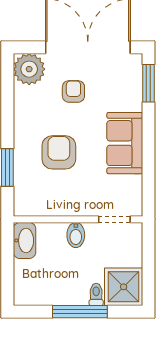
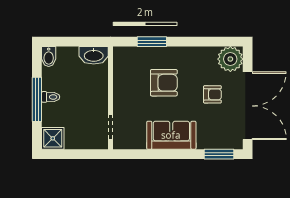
bidet: (76, 235) -> (49, 57), moved, turned -90
shower: (124, 287) -> (53, 138), width x0.73, depth x0.73
toilet: (96, 294) -> (51, 97), moved

